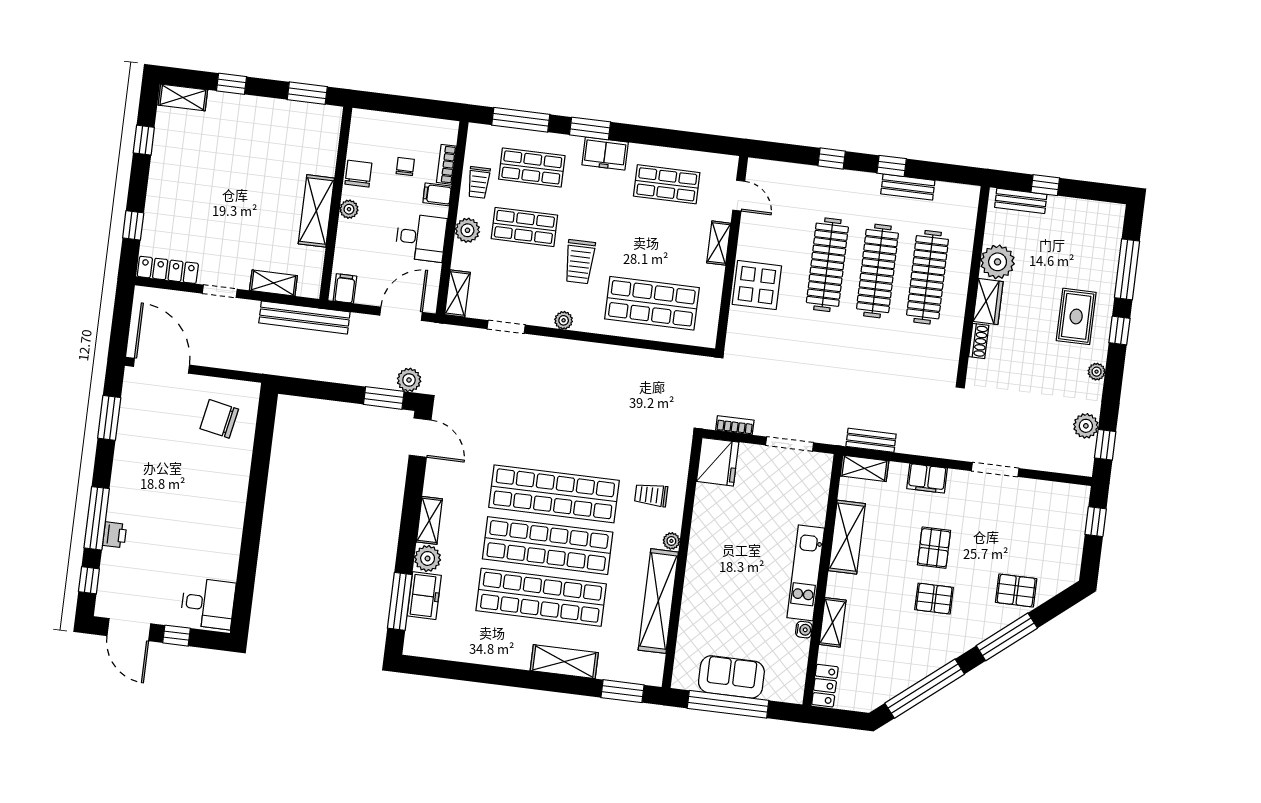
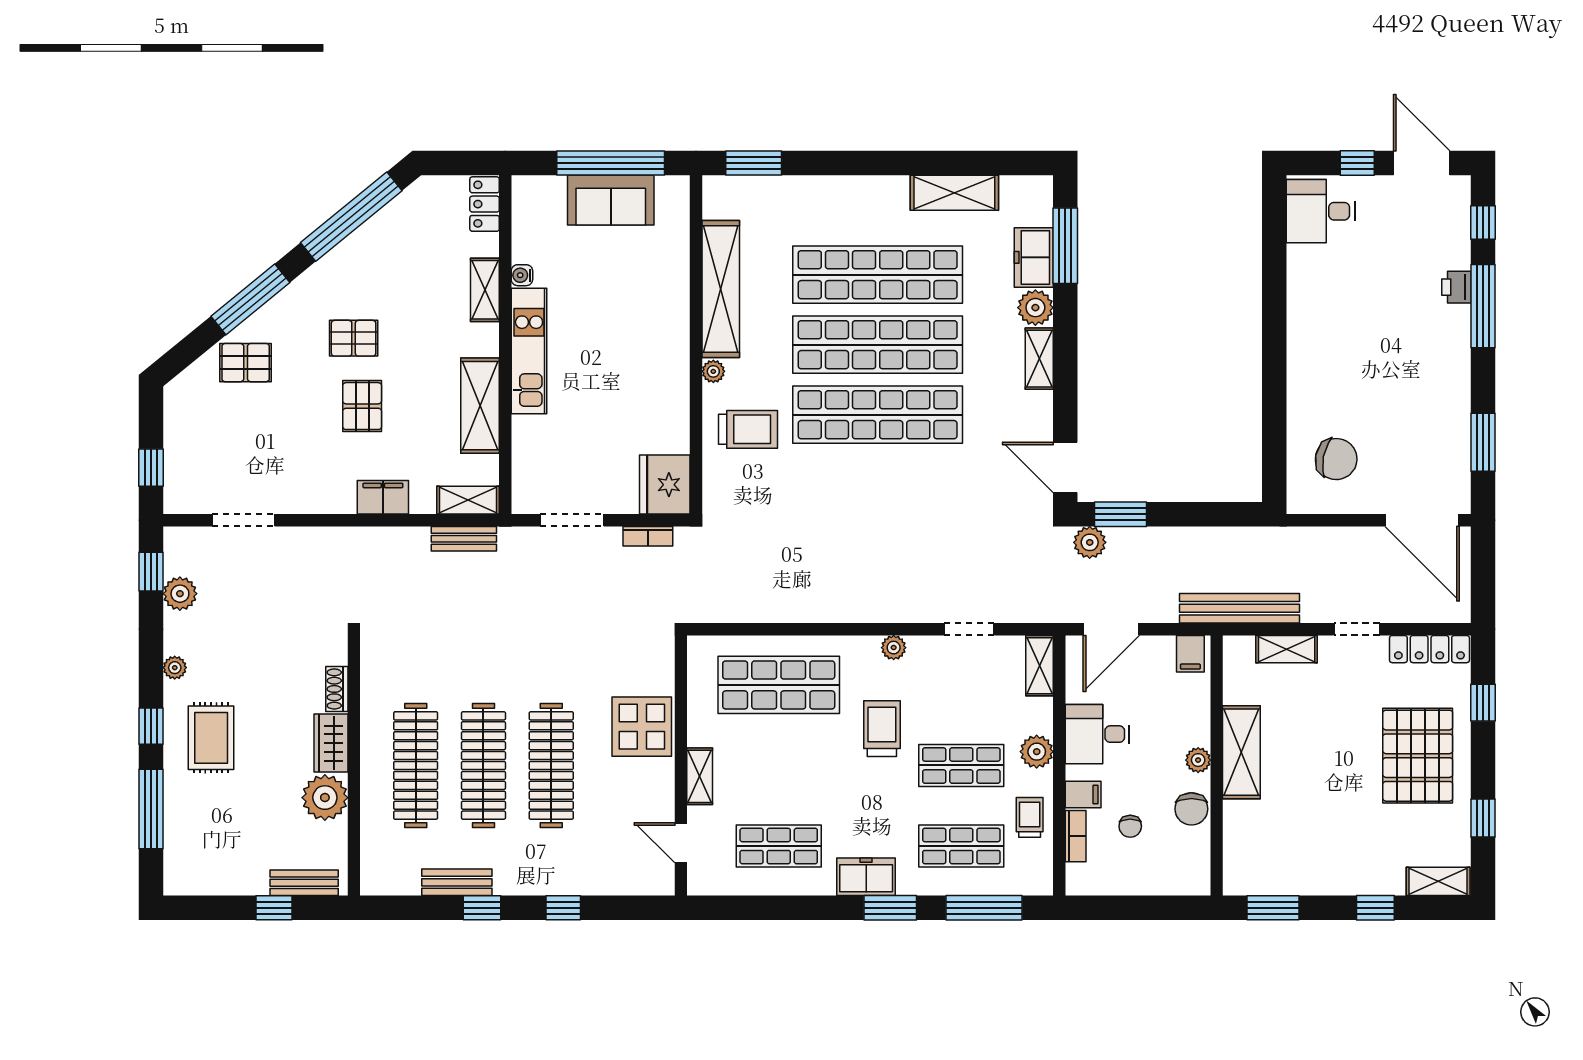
pallet: (186, 192) -> (1418, 756), added
doorway: (995, 470) -> (243, 520), moved
trolley: (651, 495) -> (748, 429), width x1.36, depth x1.39
shelving: (564, 662) -> (954, 193), moved

